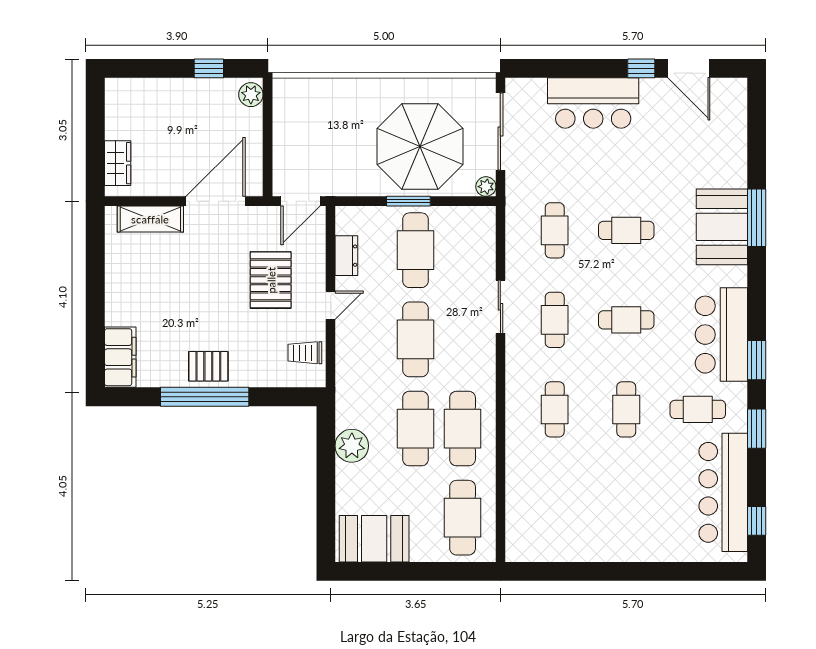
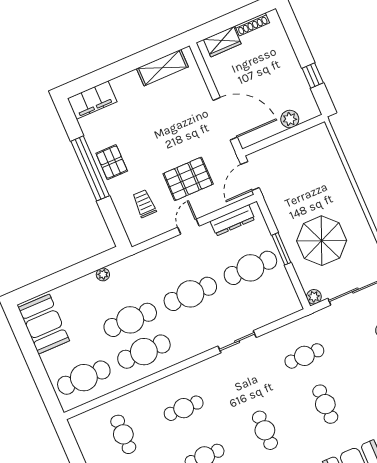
plant: (251, 95) -> (290, 119), moved
shoe rack: (112, 116) -> (252, 24), added
parasol: (420, 147) -> (322, 241), width x0.73, depth x0.73
door: (301, 201) -> (250, 176), hinge flipped
shelving: (150, 219) -> (162, 68), moved, turned 90
dresser: (346, 256) -> (232, 220), width x1.44
door: (331, 305) -> (189, 227), swing flipped
cafe table: (555, 320) -> (123, 434), moved, turned 90
trolley: (305, 353) -> (144, 204), moved
plant: (352, 446) -> (103, 274), width x0.53, depth x0.53

